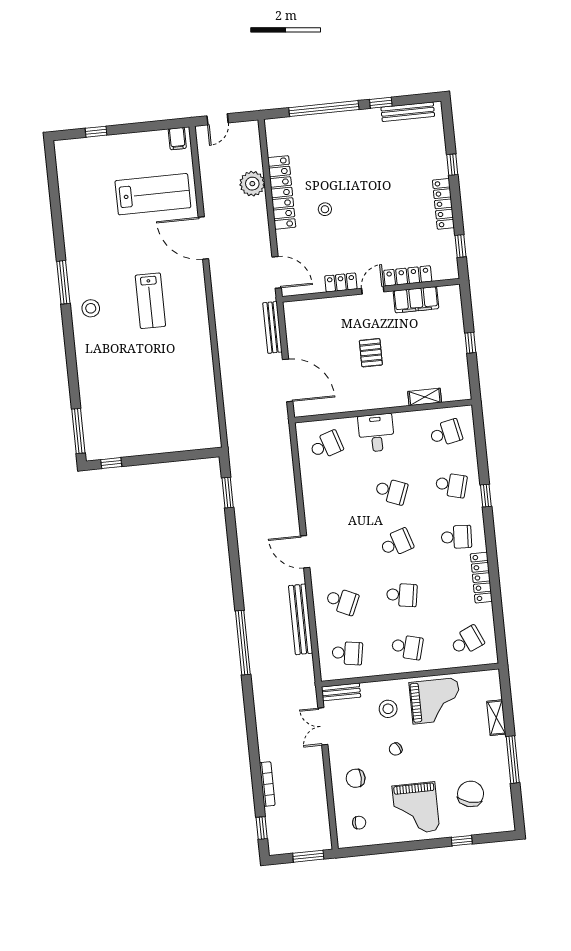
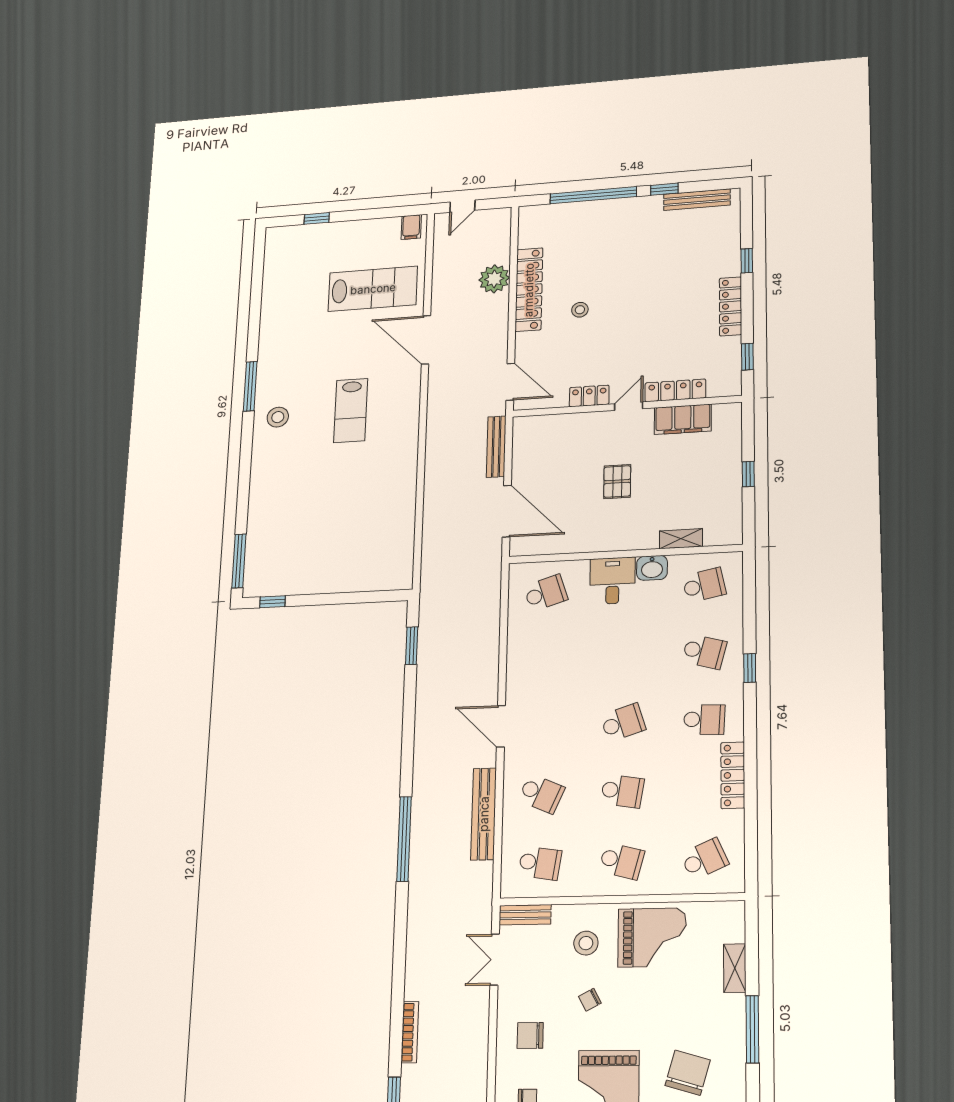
washbasin: (405, 421) -> (652, 568), added
school desk: (391, 491) -> (624, 655), removed

